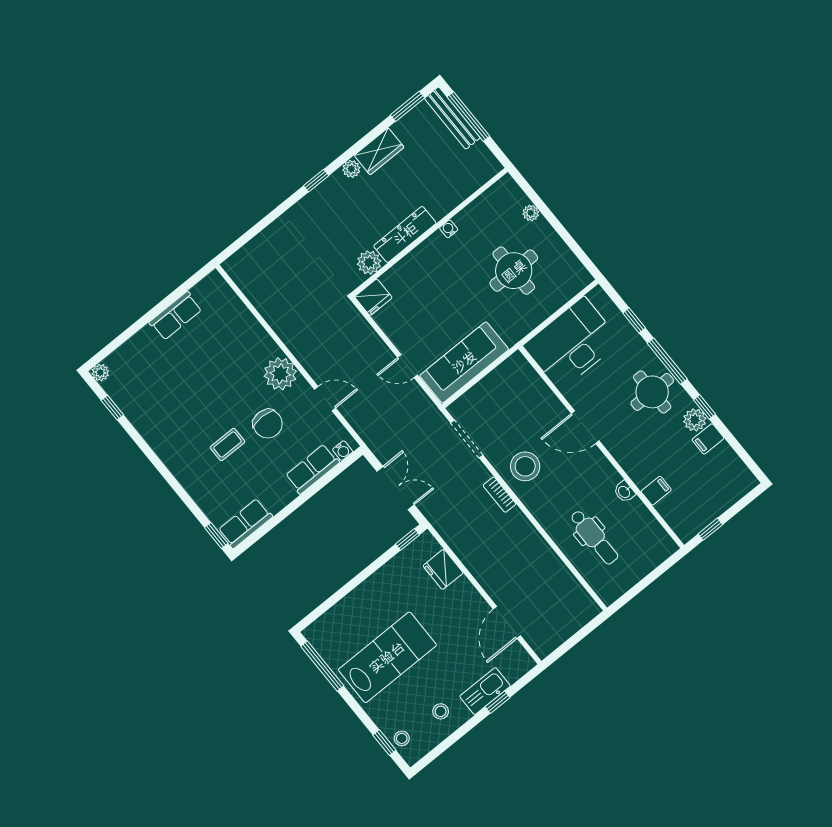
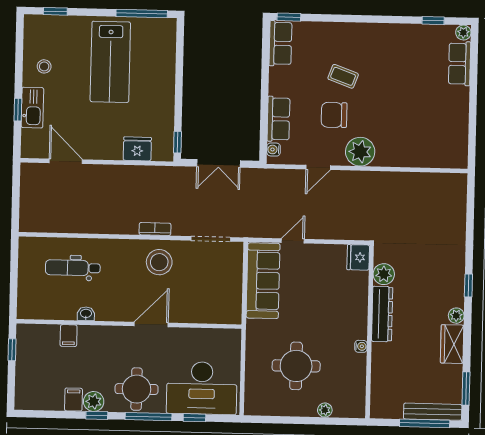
row of seats: (176, 316) -> (460, 64), moved
desk: (572, 344) -> (202, 388), moved, turned 90
coffee table: (227, 445) -> (343, 76), turned -70
stool: (402, 738) -> (48, 25), removed

